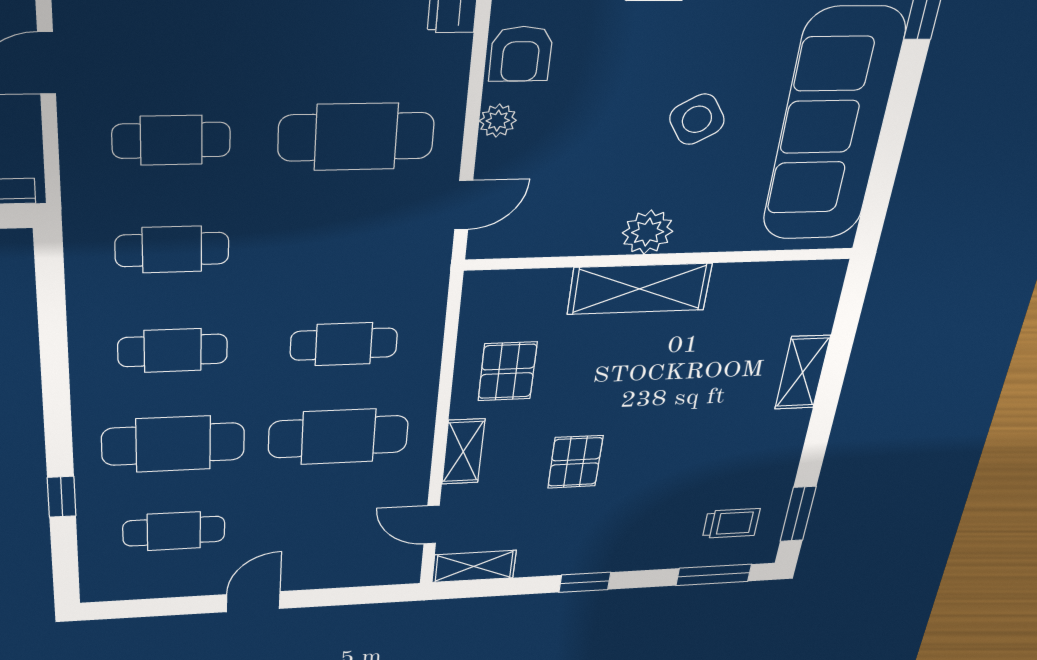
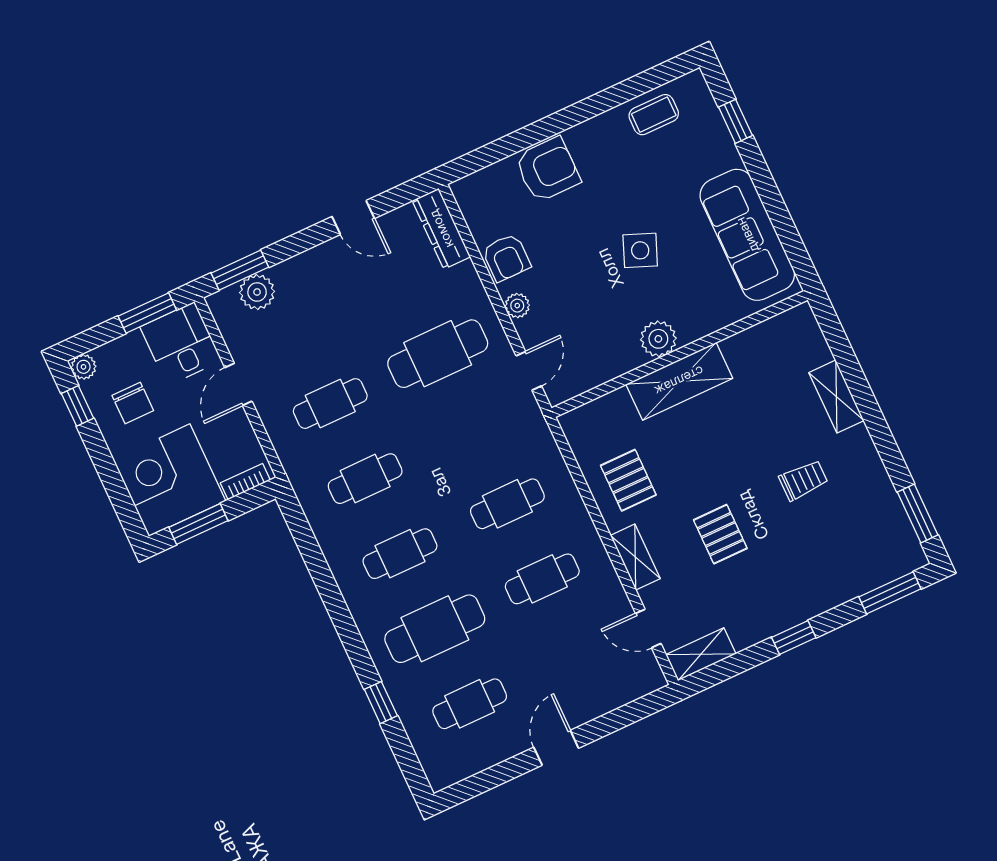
side table: (697, 119) -> (640, 250), turned -37
sofa: (833, 127) -> (747, 235), width x0.74, depth x0.79
cafe table: (338, 437) -> (542, 579), width x0.73, depth x0.74
trolley: (731, 523) -> (803, 480), moved

